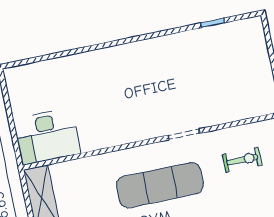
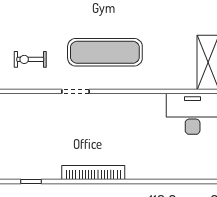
bookcase: (145, 47) -> (93, 173), added

